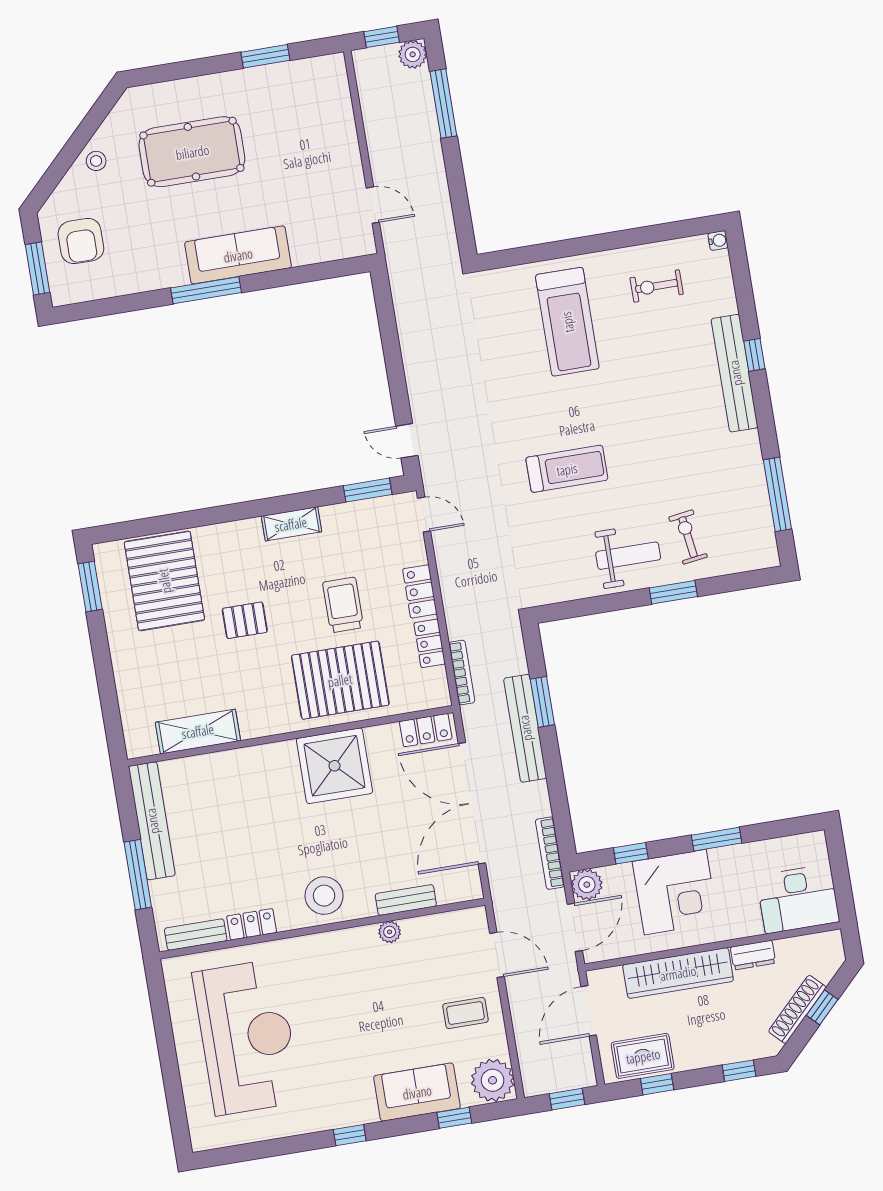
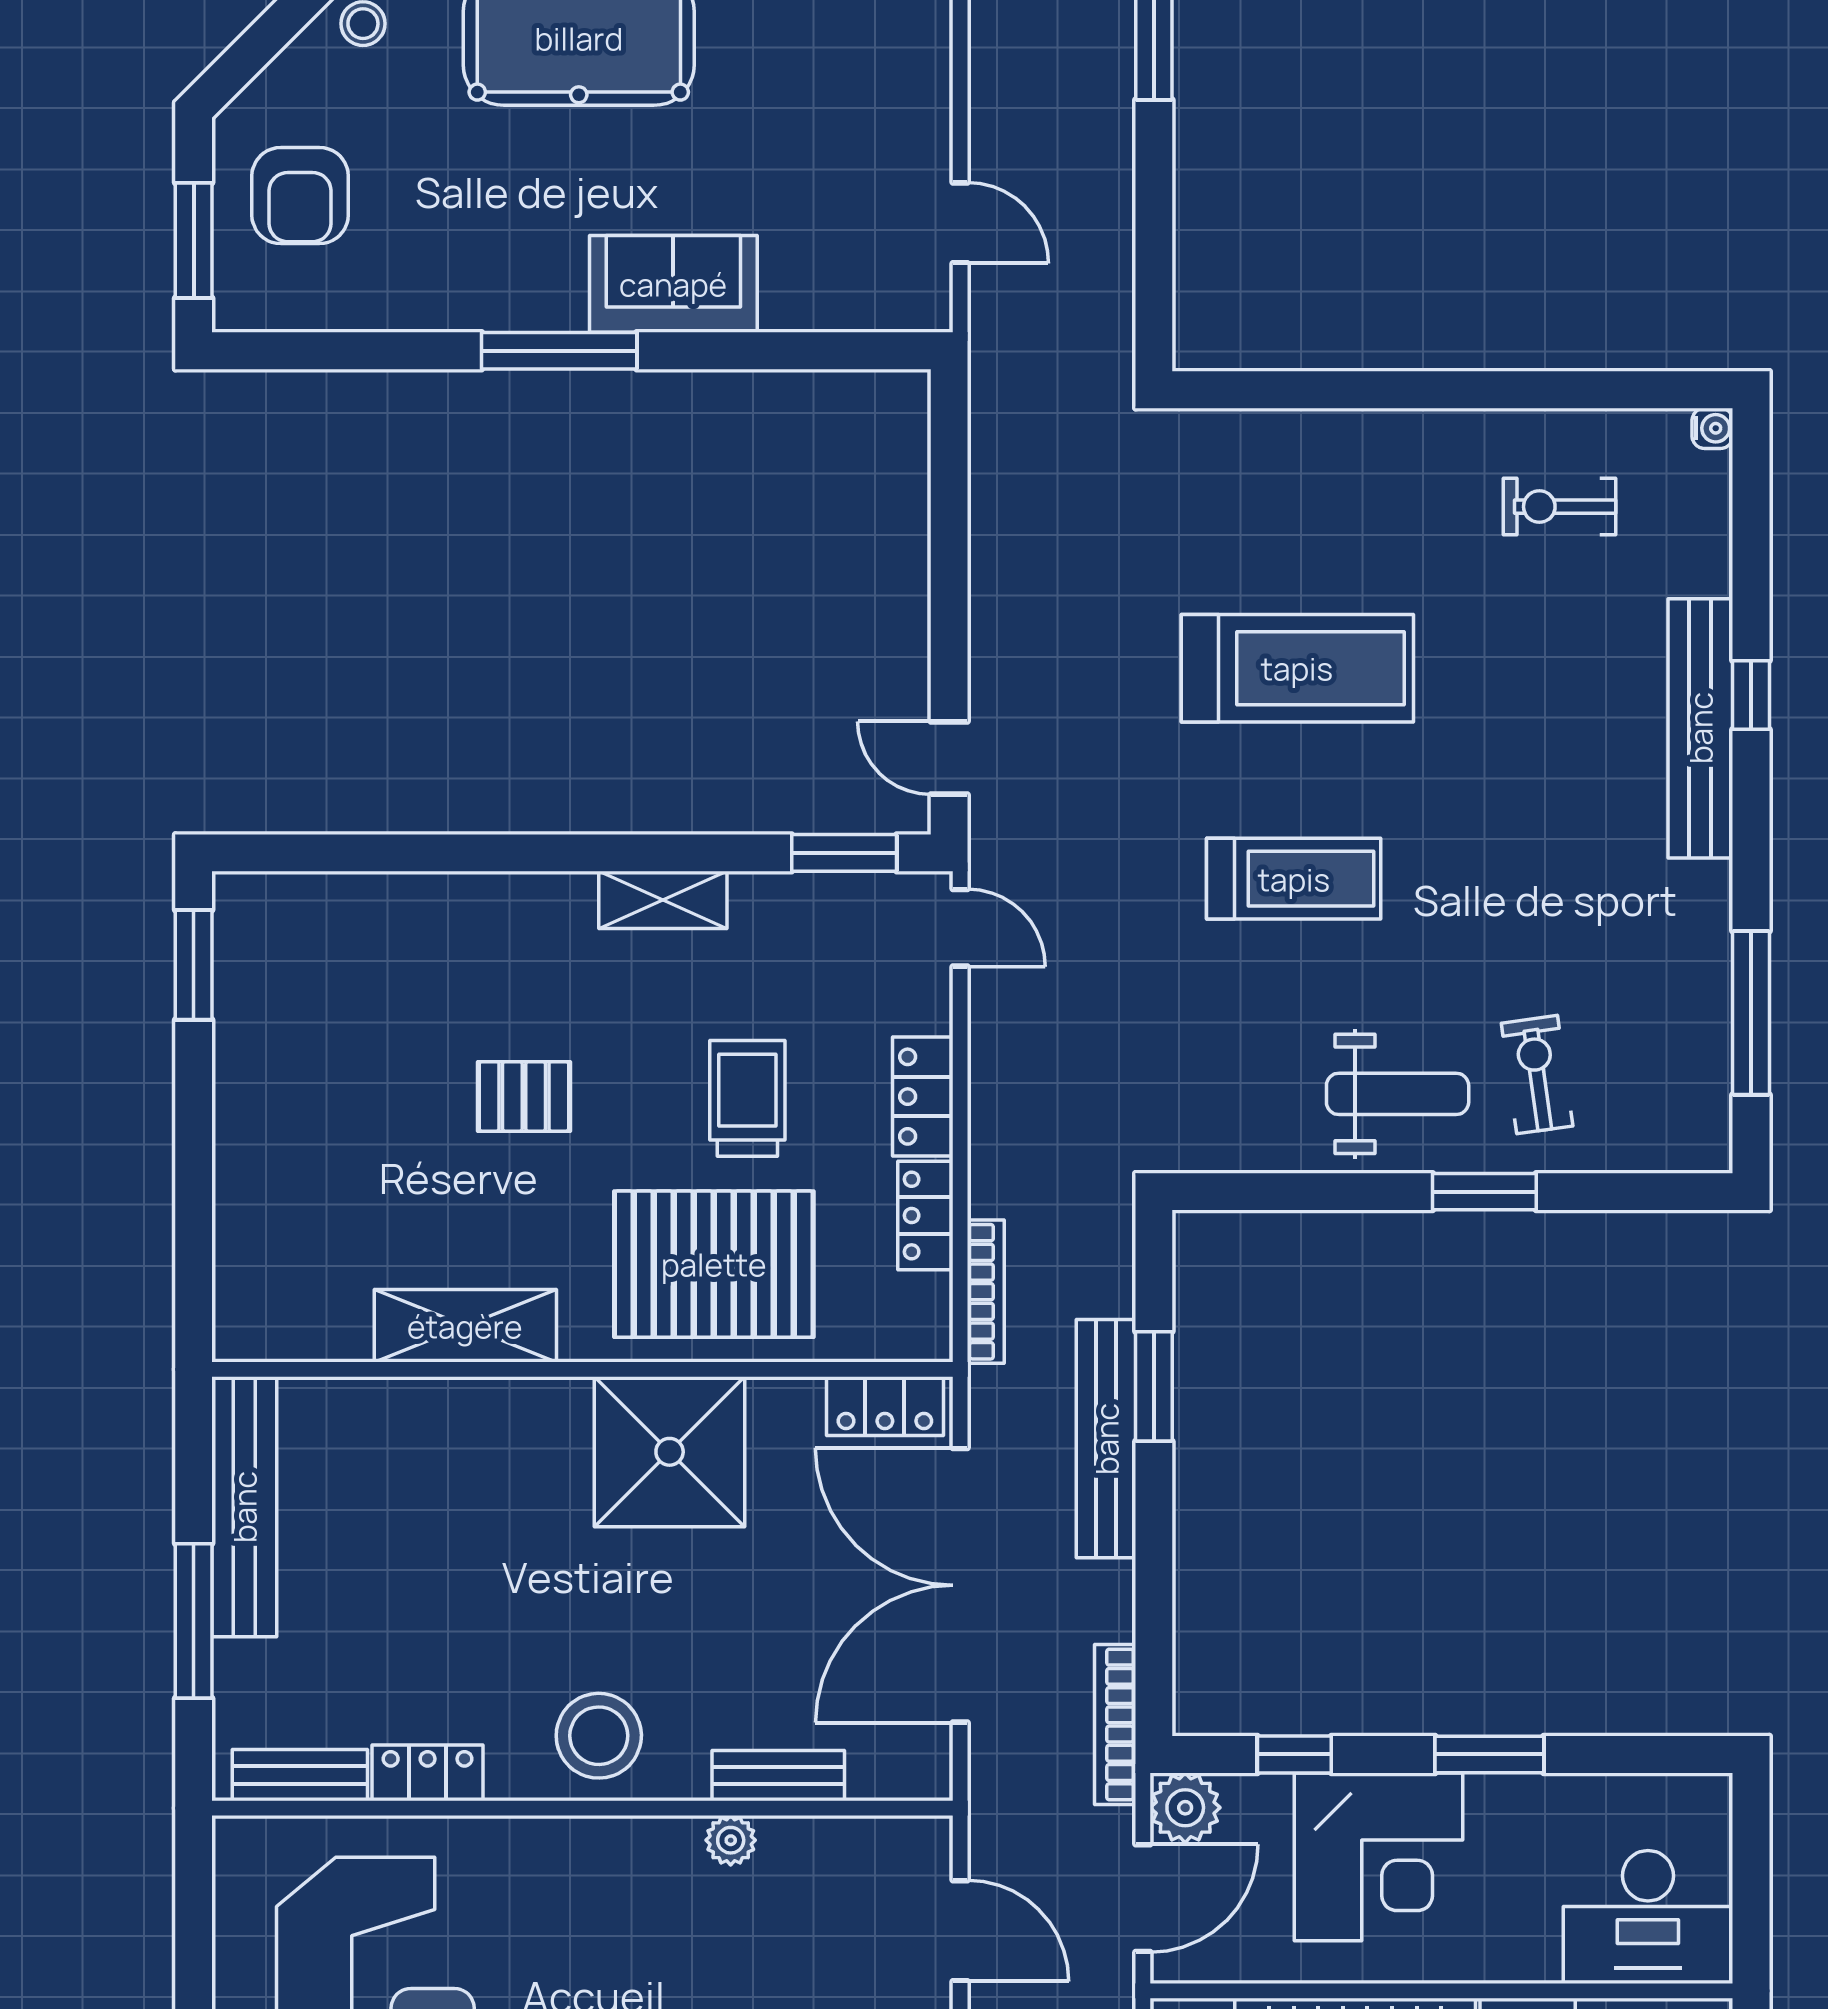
sofa: (238, 255) -> (673, 284), width x0.73
treadmill: (567, 322) -> (1297, 668), moved, turned -90
pallet: (164, 581) -> (360, 980), removed
shelving: (198, 731) -> (465, 1326), moved

